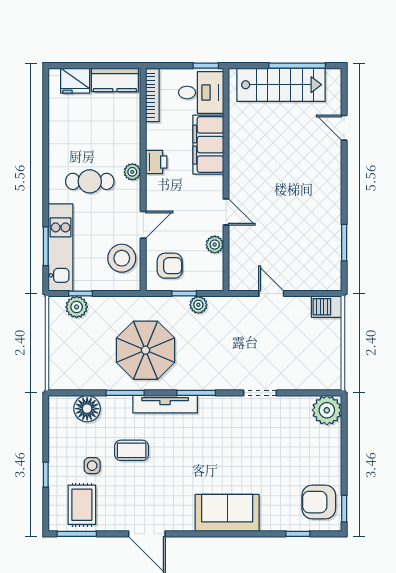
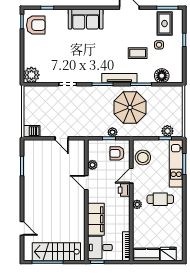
printer: (156, 162) -> (124, 190), moved
plant: (198, 305) -> (112, 132), moved

